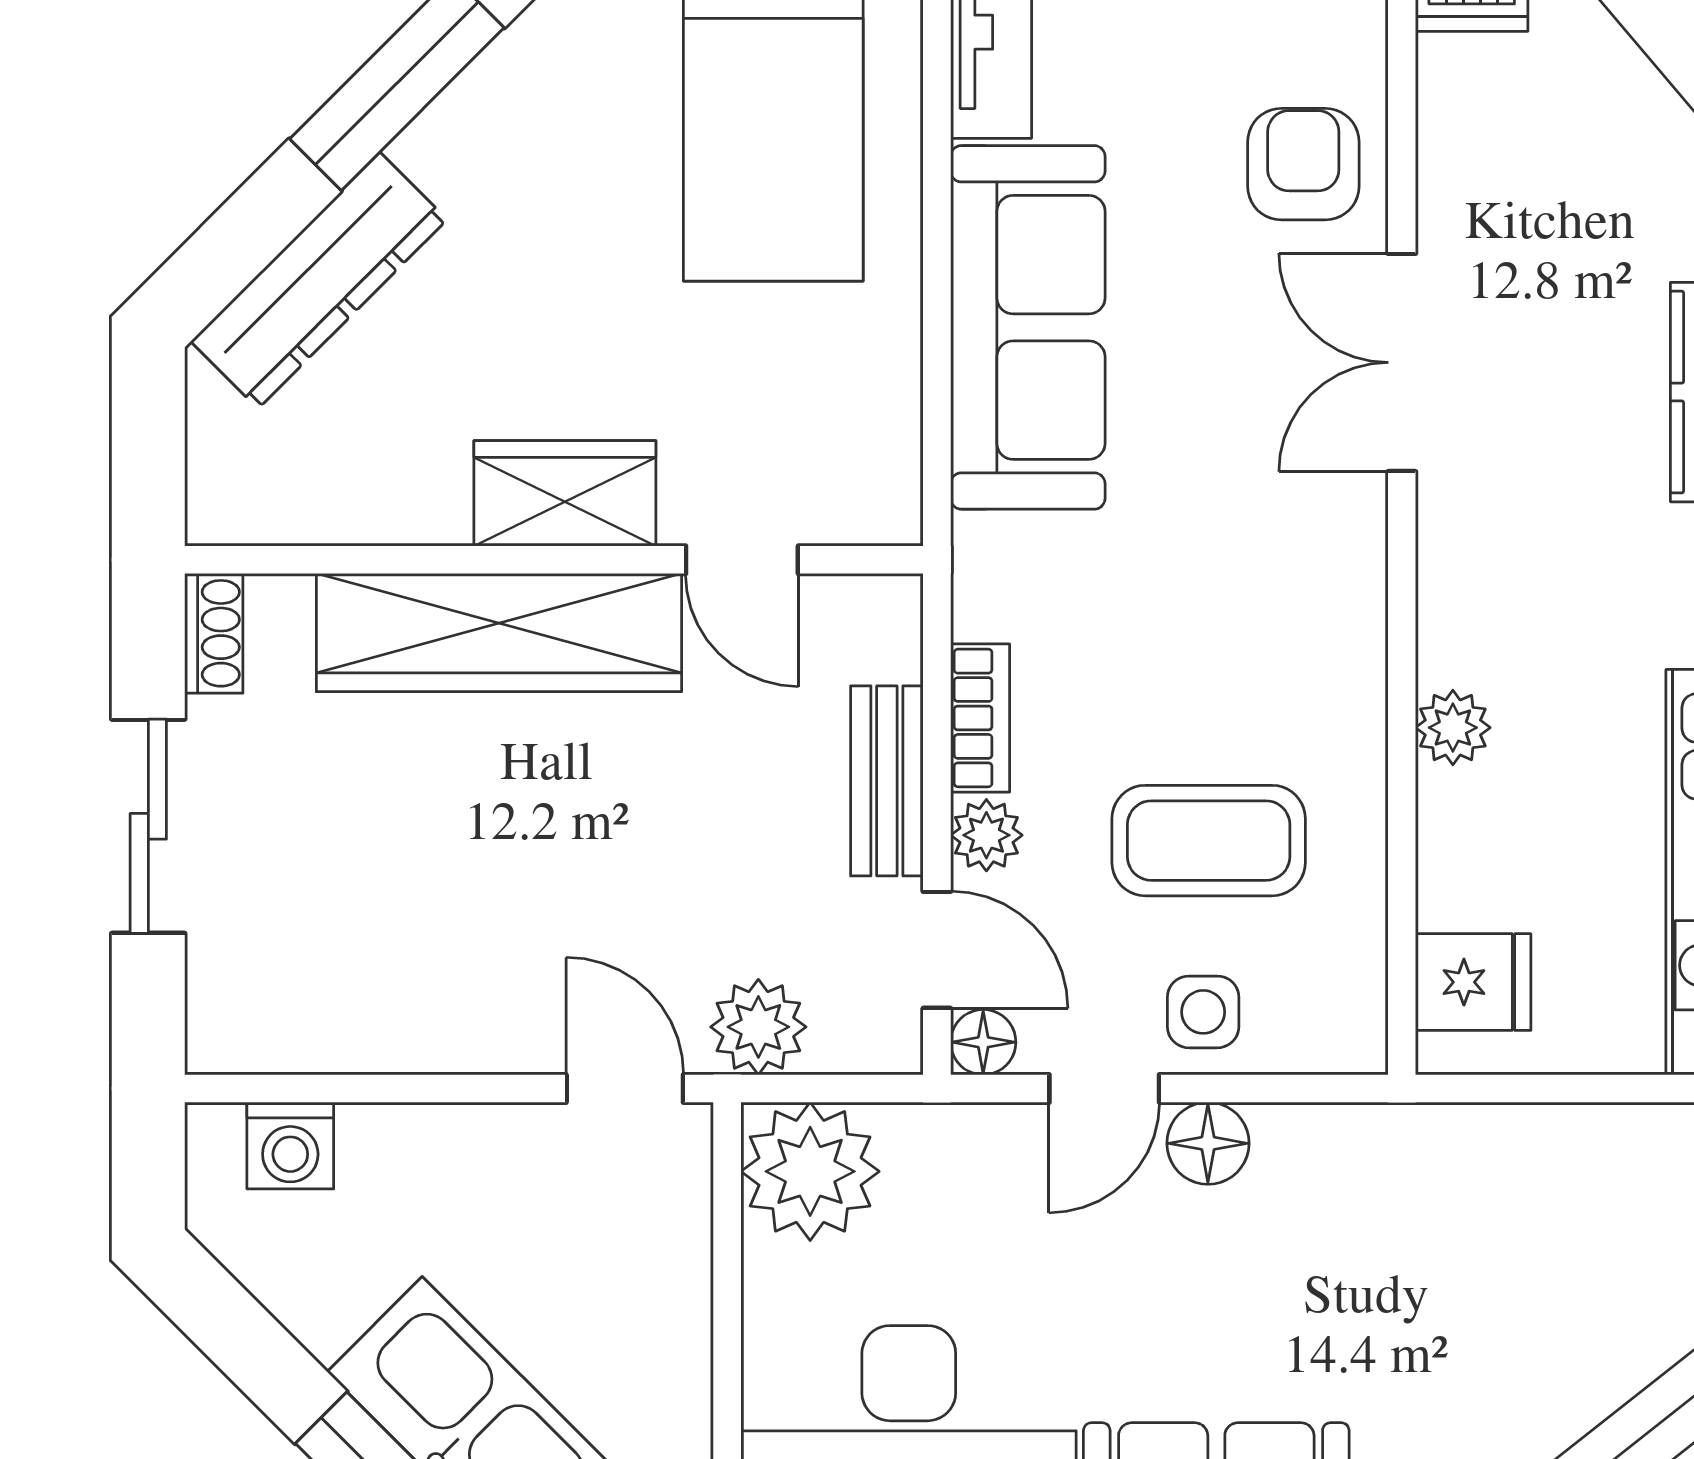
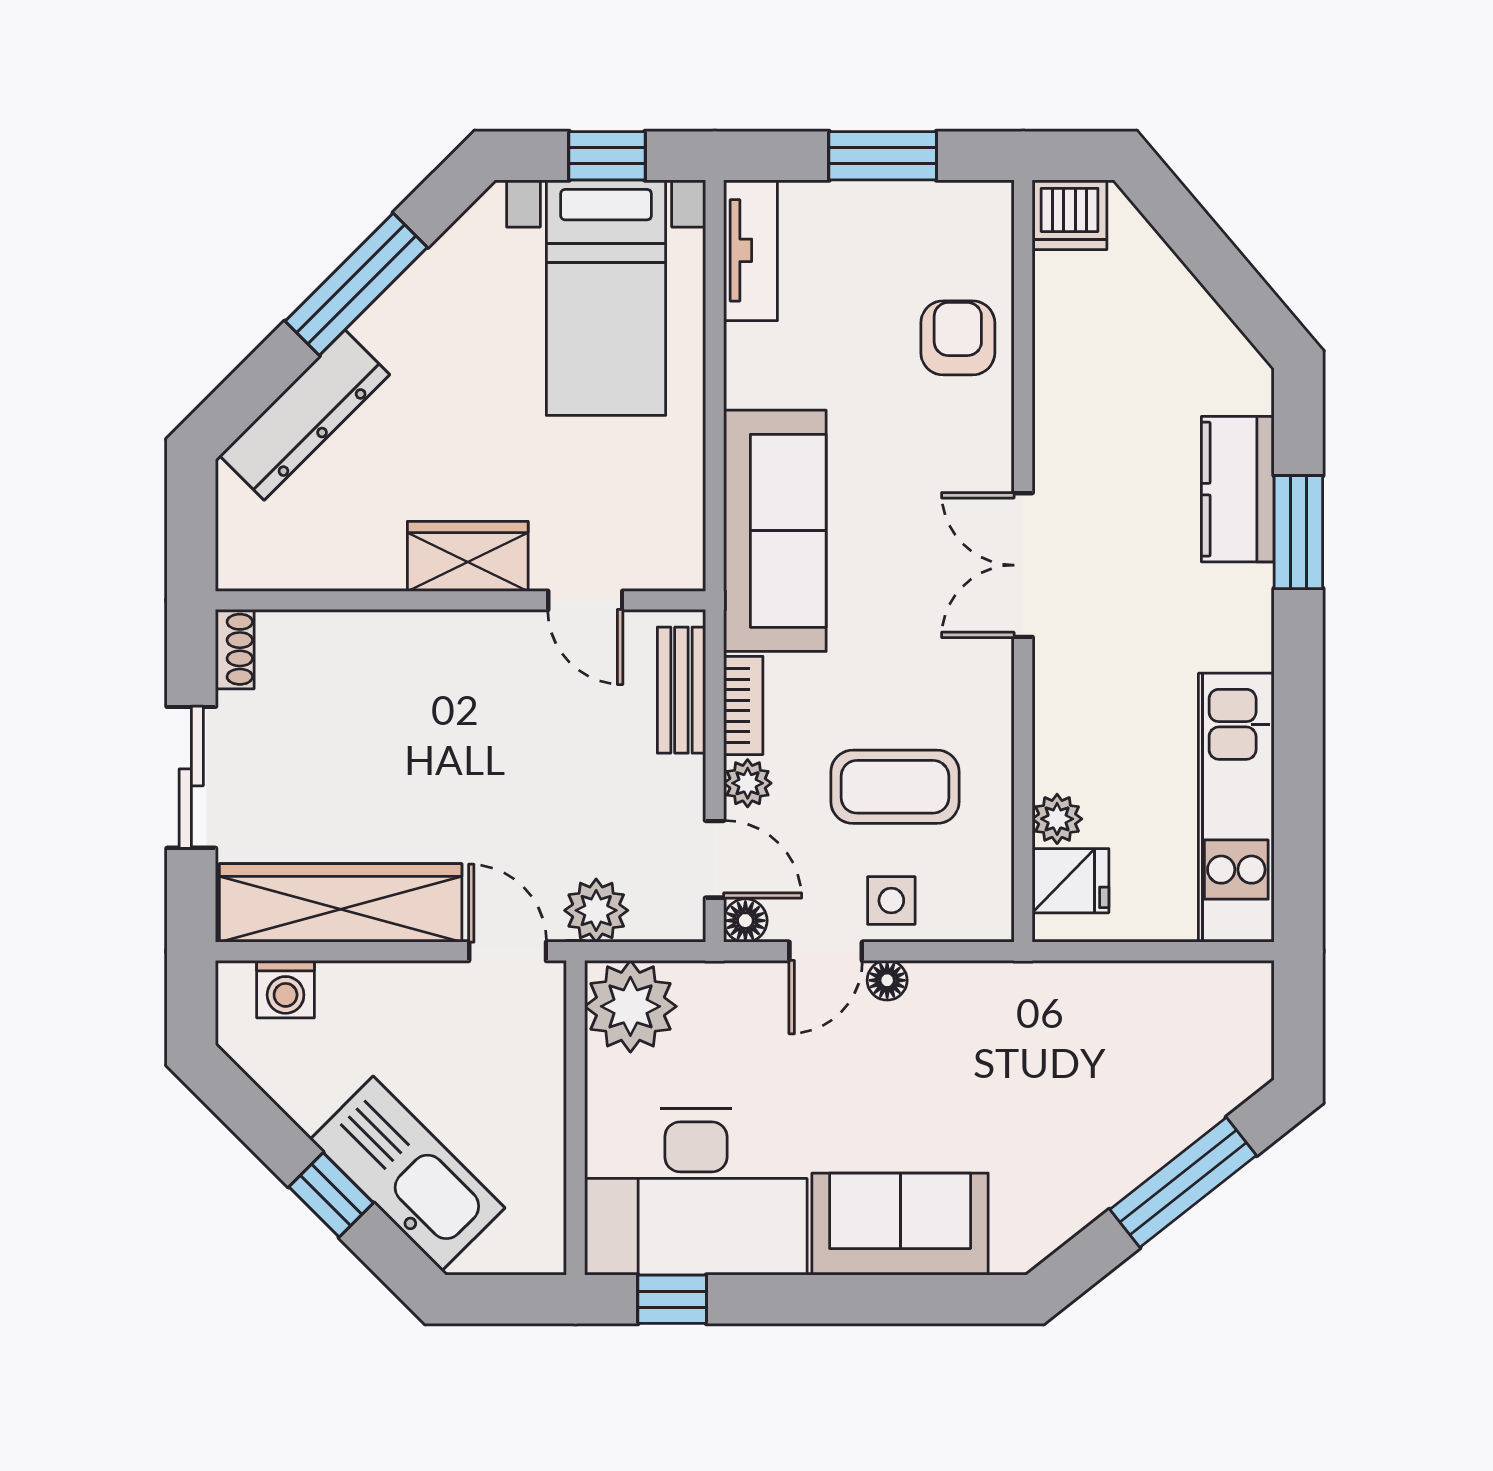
sofa: (1028, 327) -> (775, 531), moved
double door: (1402, 362) -> (1023, 565), moved
wardrobe: (499, 633) -> (341, 903), moved, turned 180
plant: (1453, 728) -> (1057, 819), moved
bench: (887, 781) -> (681, 690), moved
floor lamp: (1208, 1143) -> (887, 980), width x0.73, depth x0.73

